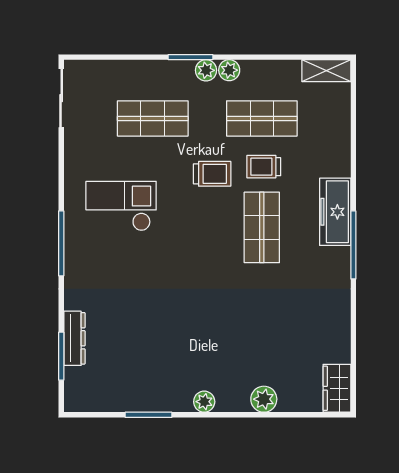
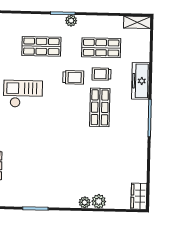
plant: (229, 70) -> (84, 21), removed
freezer: (335, 212) -> (141, 81), moved
plant: (204, 402) -> (85, 202), moved

